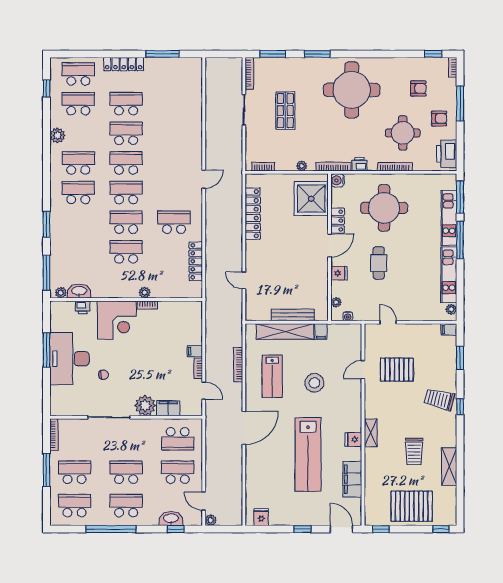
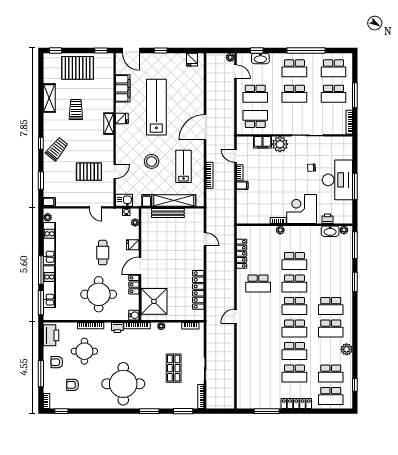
kitchen sink: (351, 332) -> (124, 200), added
trolley: (439, 399) -> (57, 149), turned -65

